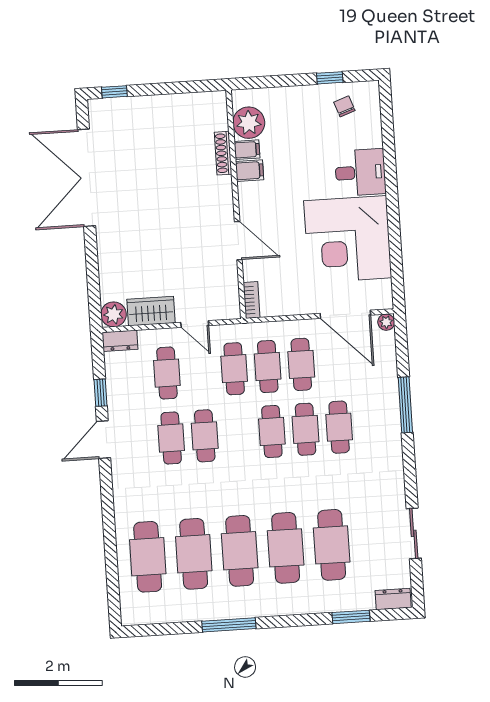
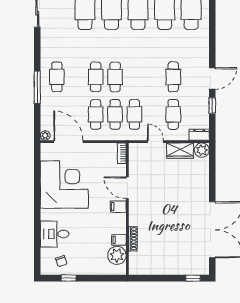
filing cabinet: (250, 171) -> (118, 207), moved
desk: (360, 172) -> (55, 234), moved
cafe table: (339, 427) -> (57, 77), moved
cafe table: (205, 436) -> (154, 77), removed

